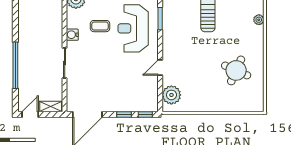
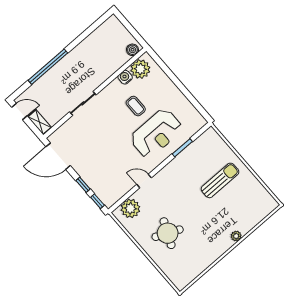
plant: (259, 20) -> (236, 236), moved
reception desk: (133, 28) -> (156, 133), turned 180
water cooler: (72, 35) -> (125, 77), moved
round table: (236, 70) -> (168, 233), moved

